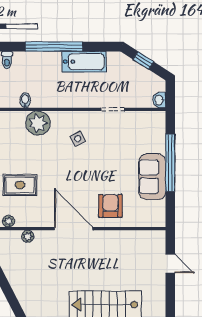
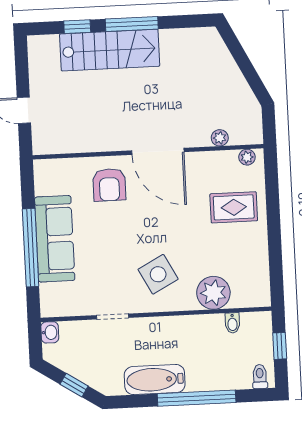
side table: (78, 139) -> (158, 274), width x1.87, depth x1.87
sofa: (152, 177) -> (55, 239), width x1.36

